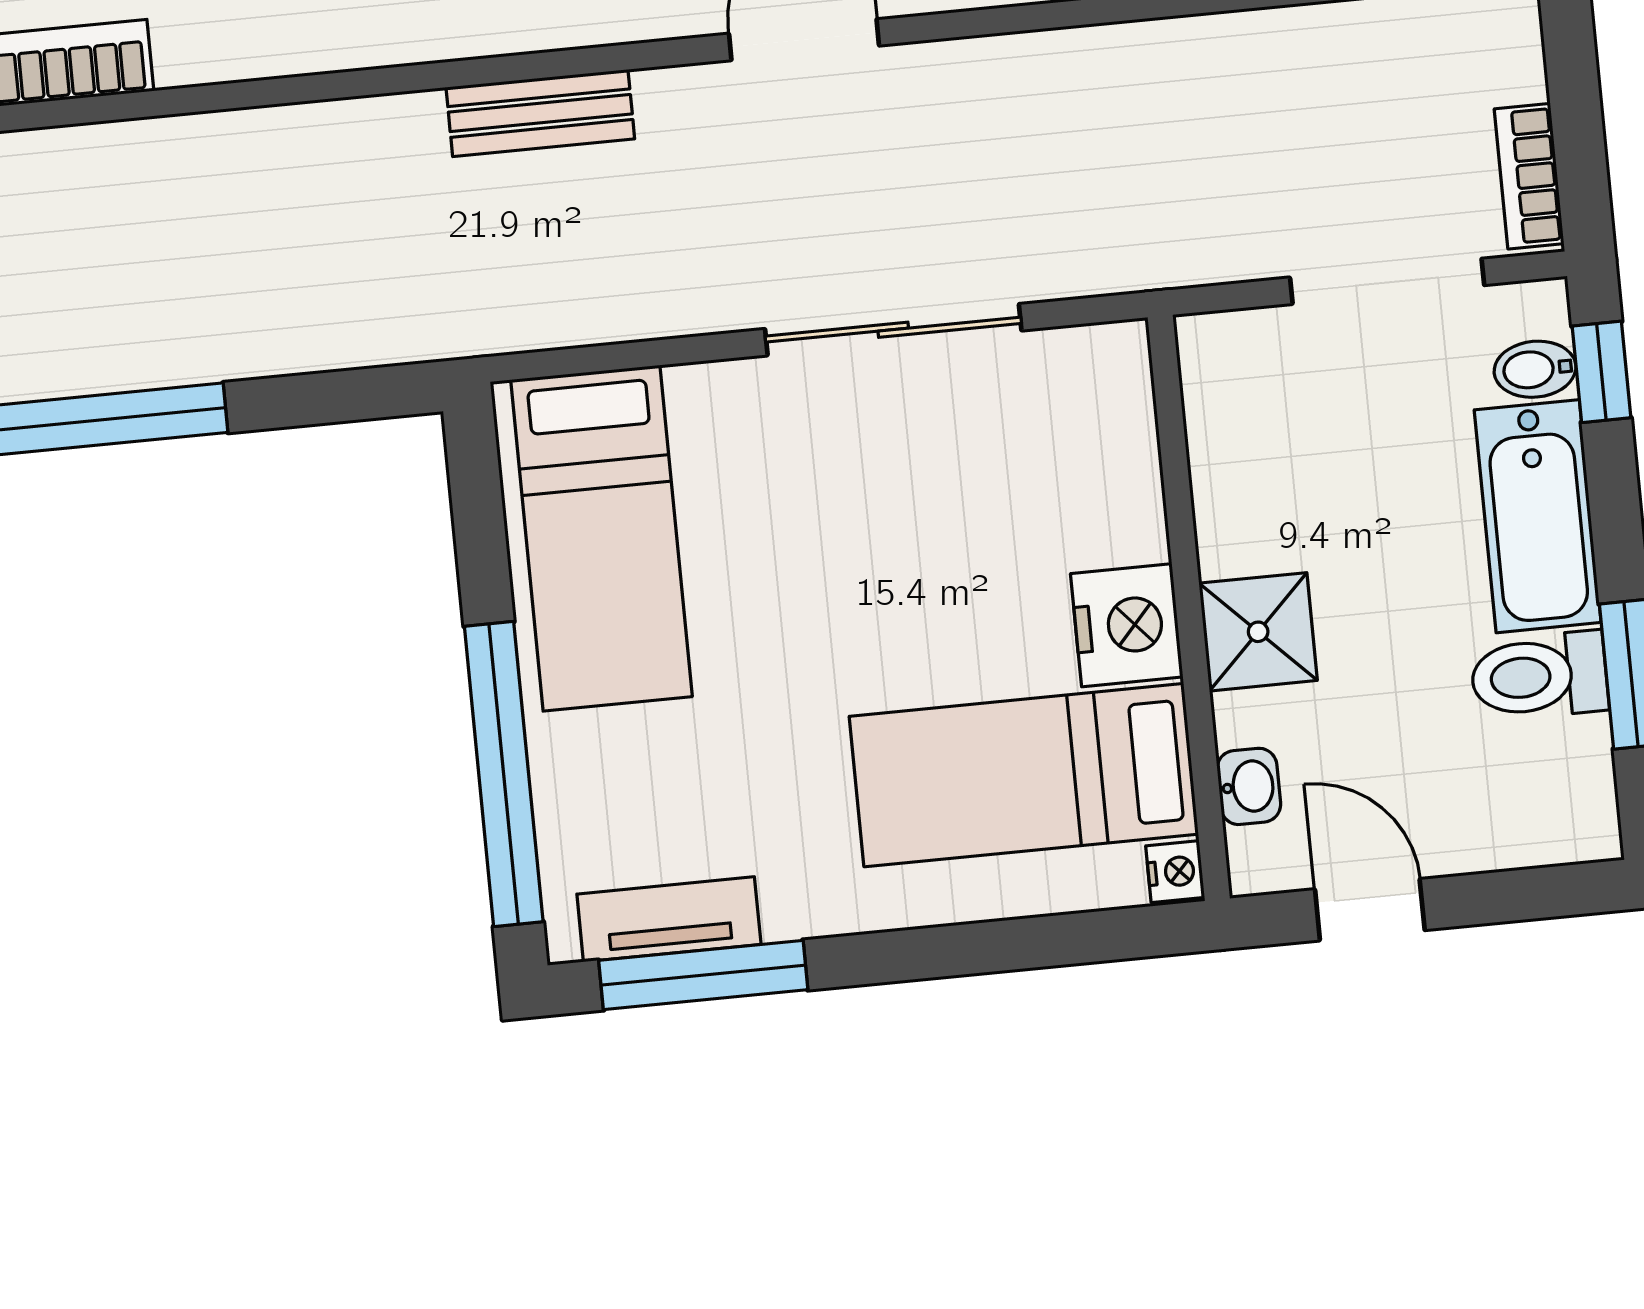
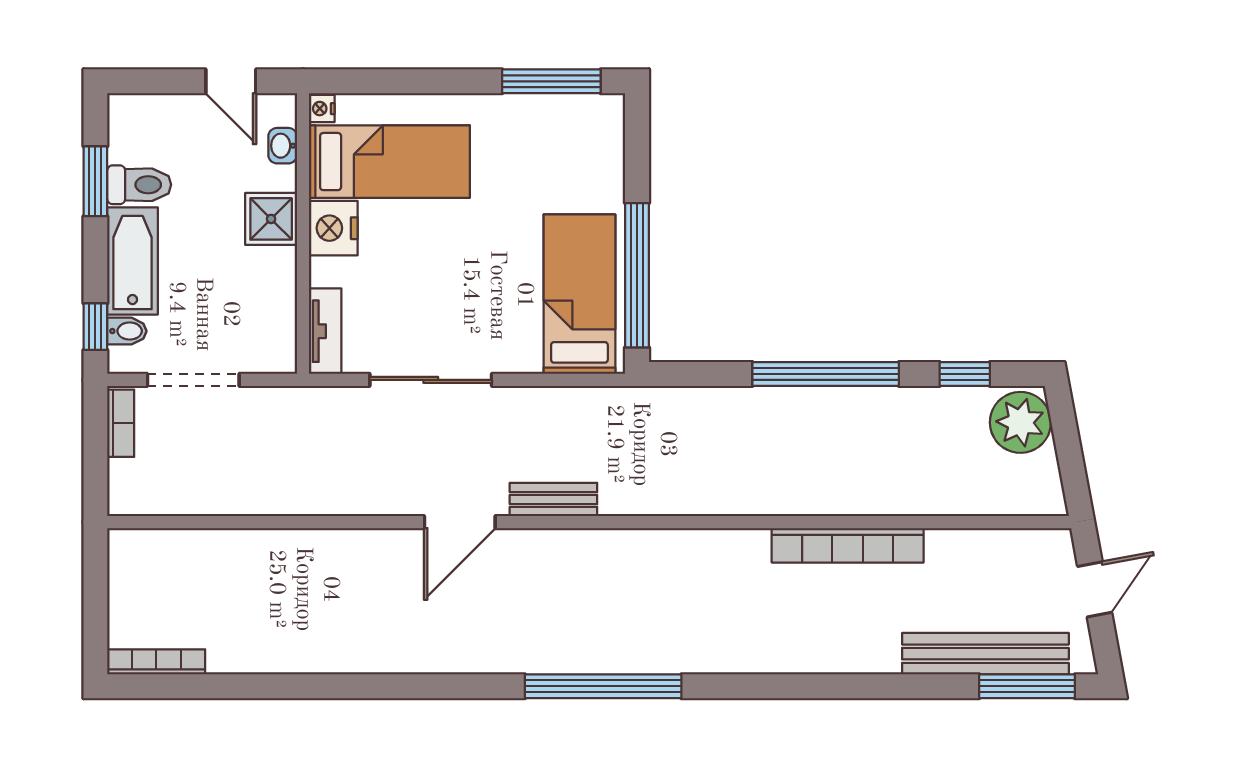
bench: (540, 113) -> (553, 500), moved
window: (504, 774) -> (637, 275), moved
tv unit: (669, 919) -> (325, 331), moved, turned -90

